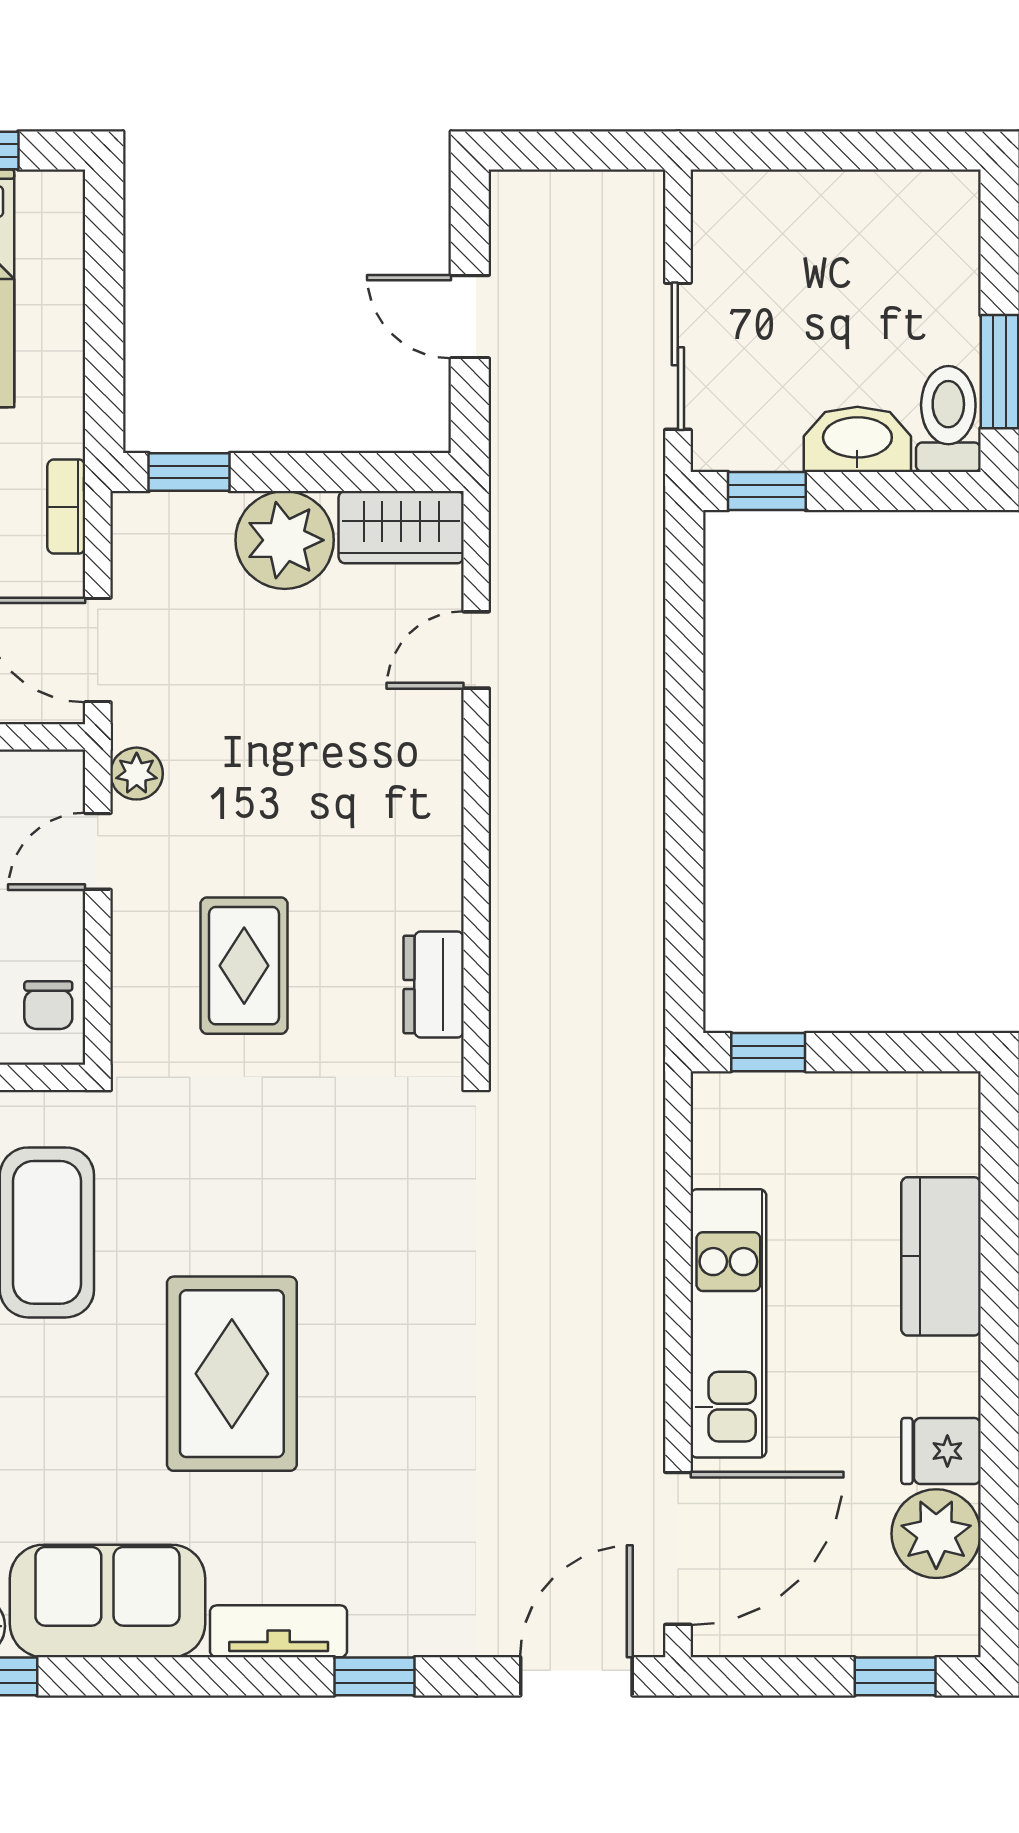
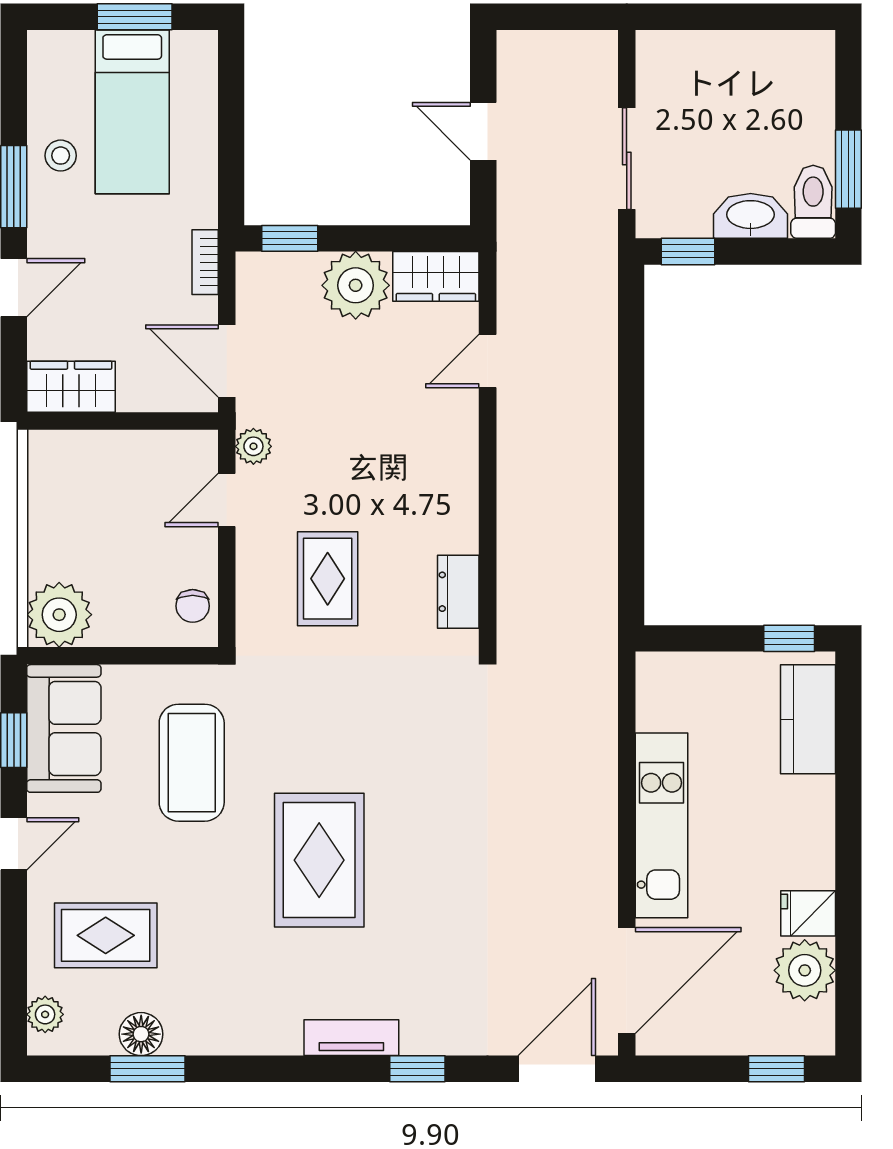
window: (768, 1052) -> (789, 638), moved
kitchen counter: (941, 1256) -> (808, 719), moved
sofa: (107, 1601) -> (233, 1017), removed

